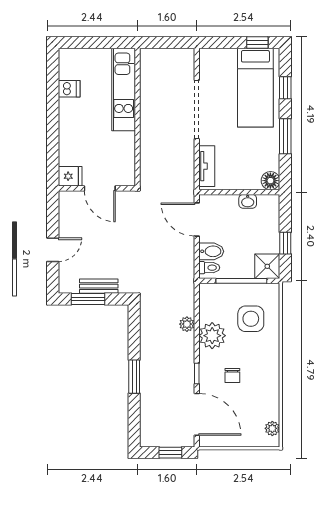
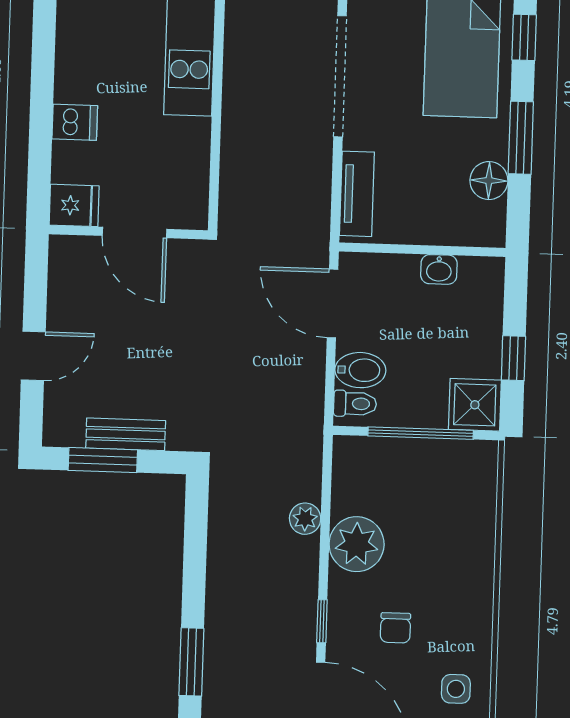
dishwasher: (69, 89) -> (75, 122), moved
floor lamp: (270, 181) -> (489, 181), moved
side table: (251, 319) -> (456, 689), moved, width x0.54, depth x0.54
window: (134, 377) -> (191, 662), moved

